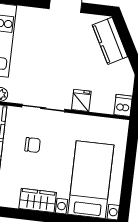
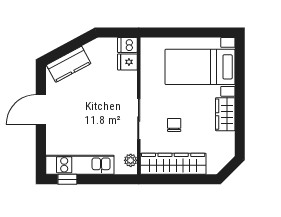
fridge: (81, 100) -> (127, 62), moved

